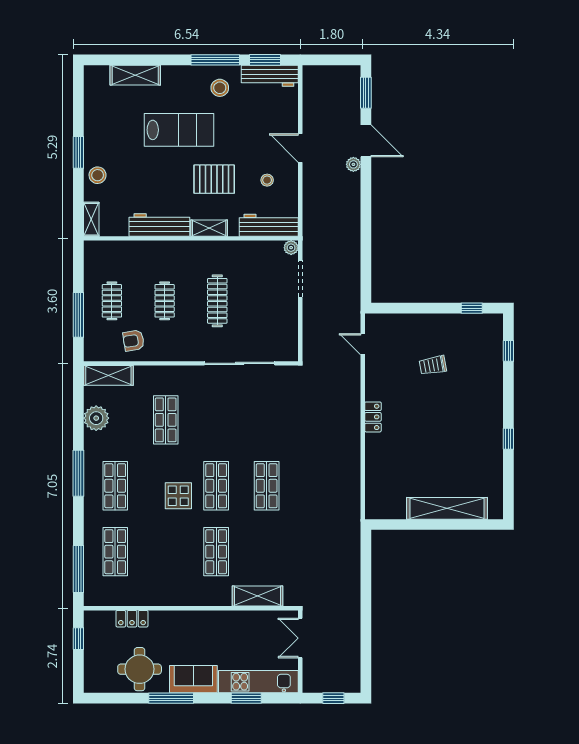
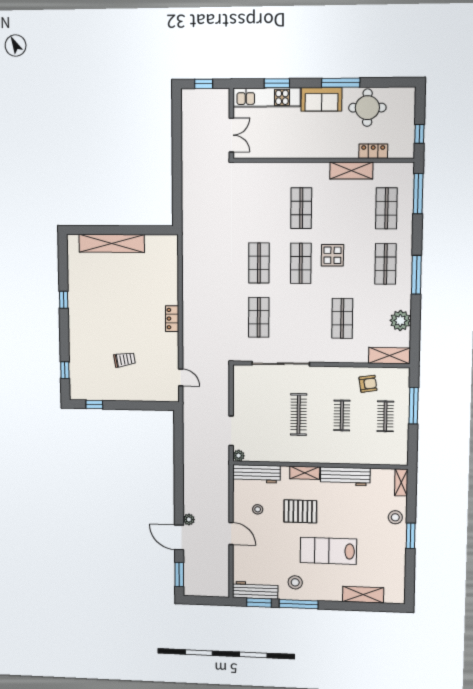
shop shelf: (267, 420) -> (259, 317), added
shelving: (258, 596) -> (351, 171), moved

